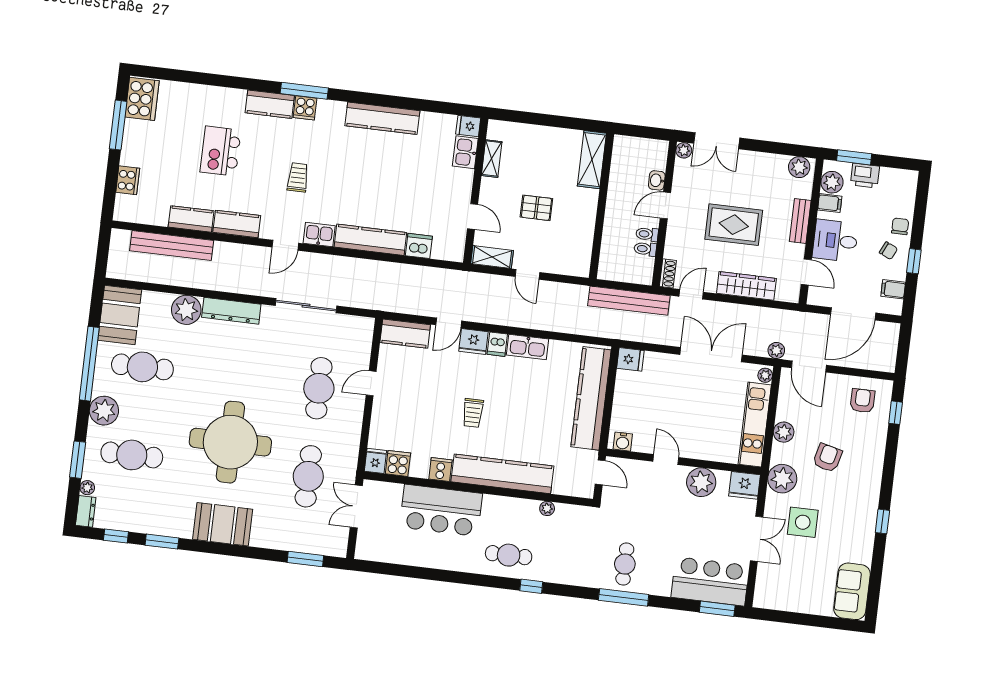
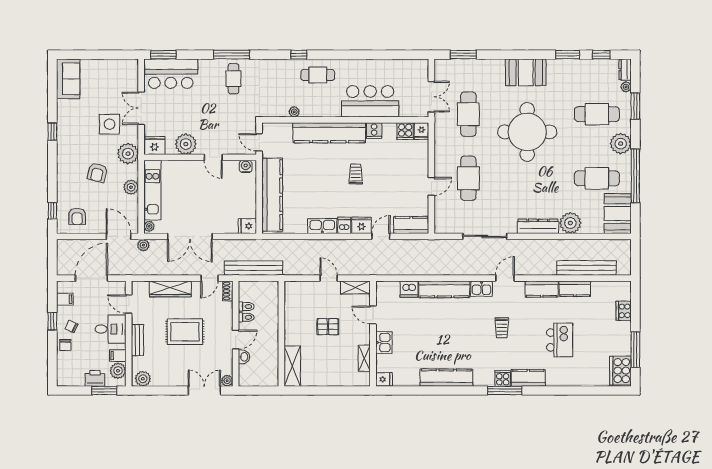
kitchen sink: (465, 152) -> (384, 343), moved

